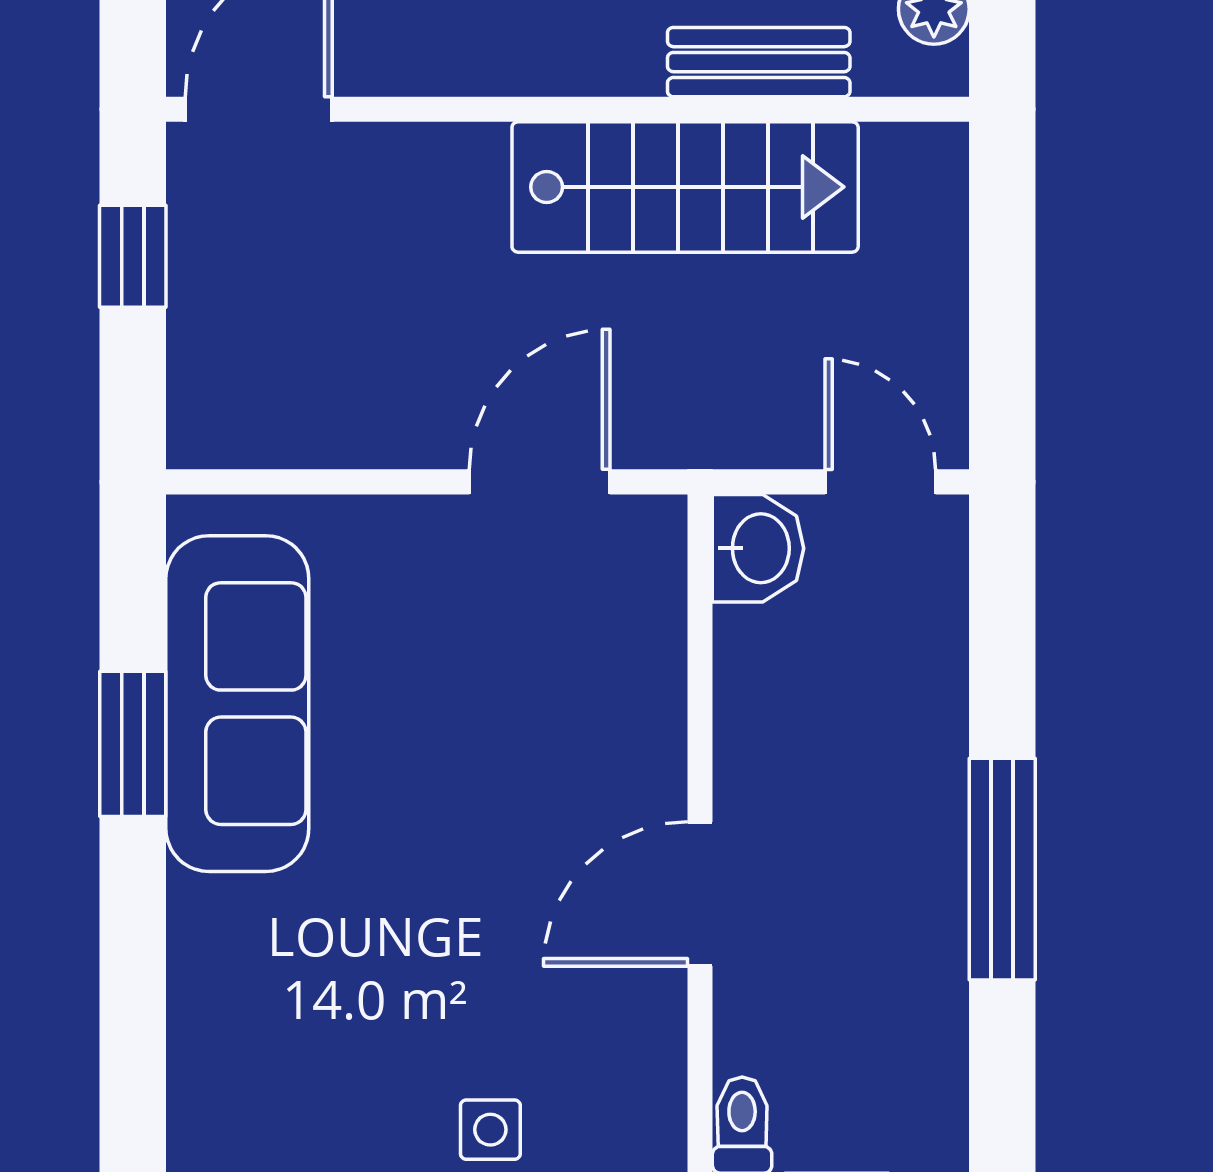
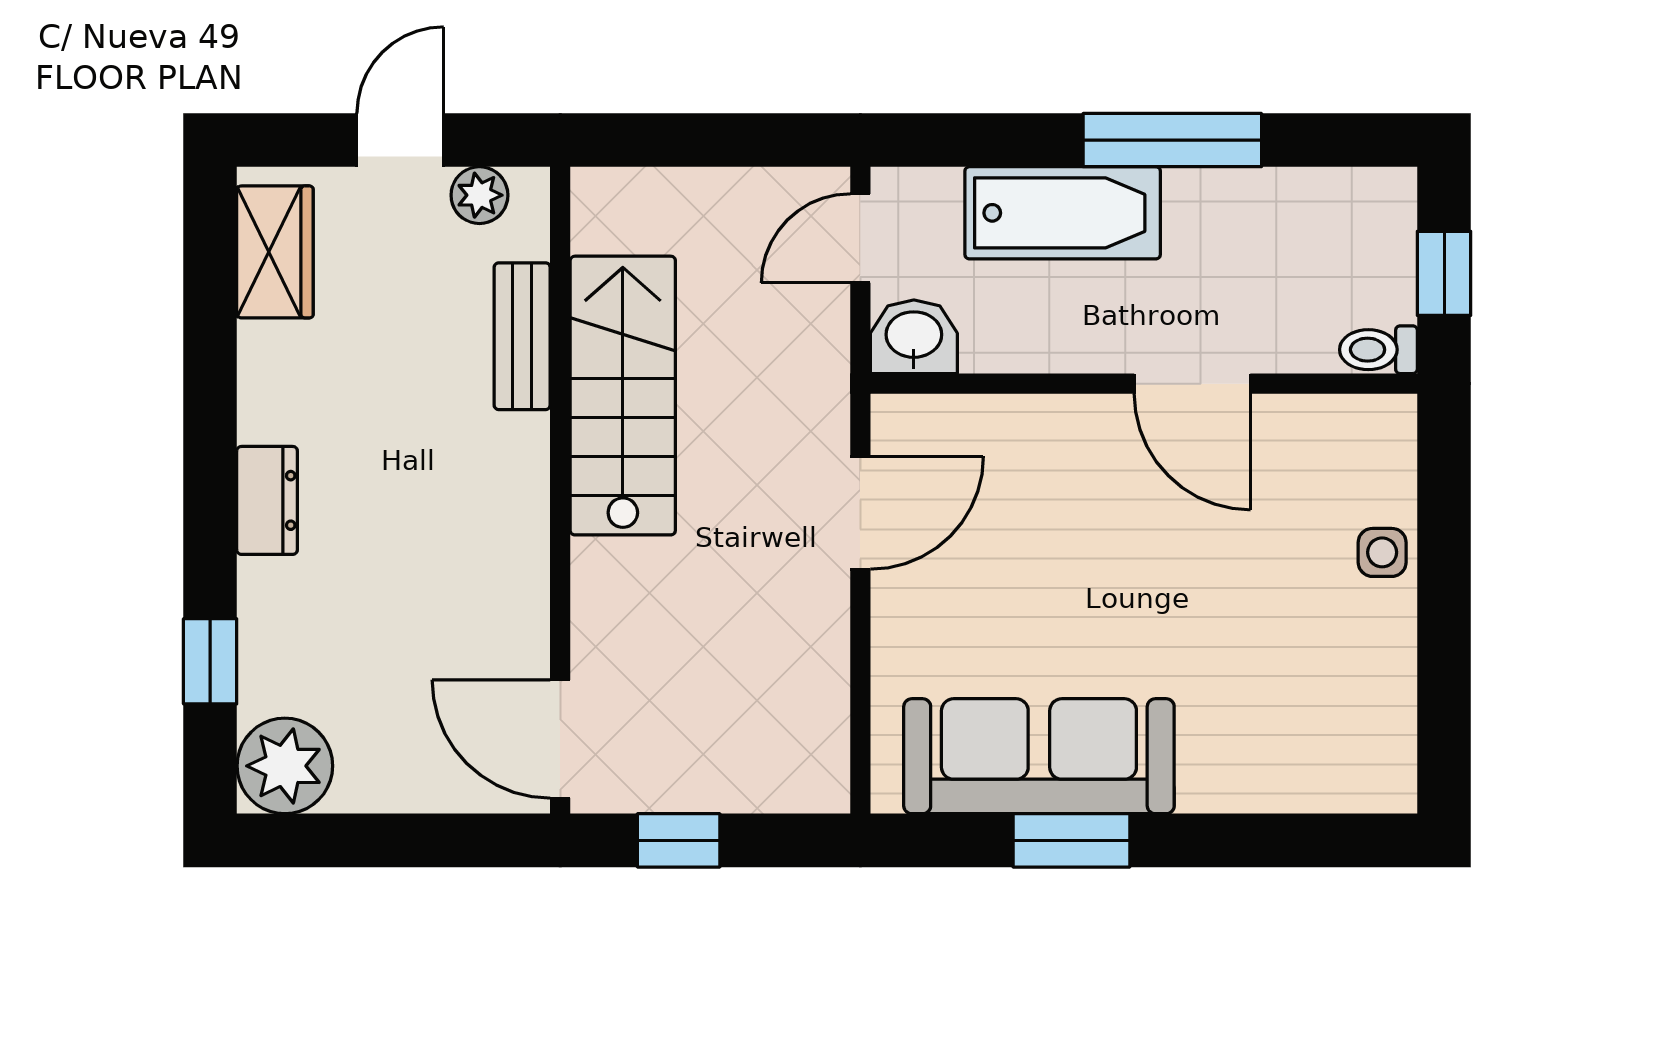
door: (540, 482) -> (860, 513), swing flipped
bathtub: (912, 733) -> (1063, 213), added

